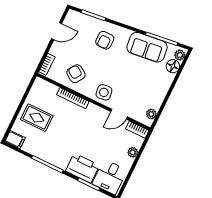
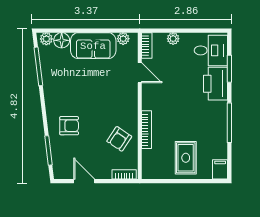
sofa: (147, 47) -> (93, 46), moved, turned 97
side table: (104, 92) -> (125, 100), removed

